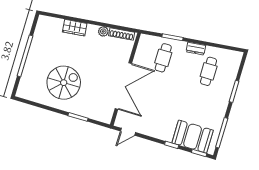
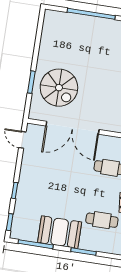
spiral stairs: (64, 83) -> (59, 88), moved
booth: (193, 137) -> (60, 232), moved, turned 90

